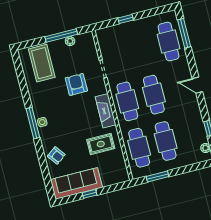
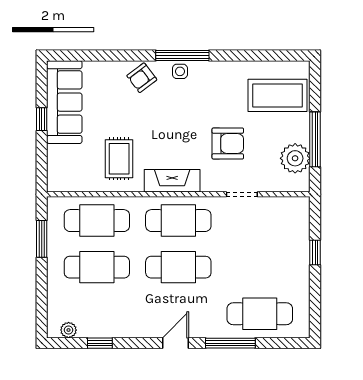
window: (184, 33) -> (230, 343), moved
plant: (70, 41) -> (295, 158), width x1.88, depth x1.88
armchair: (56, 155) -> (142, 78), moved

